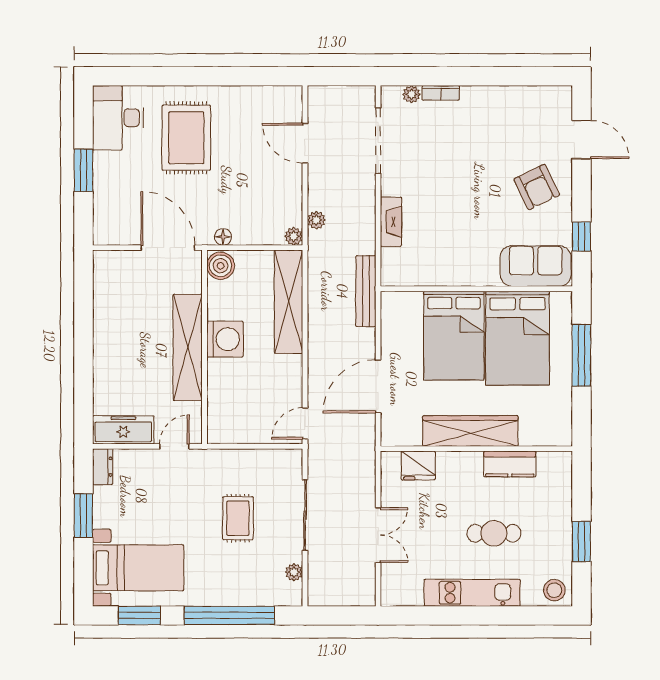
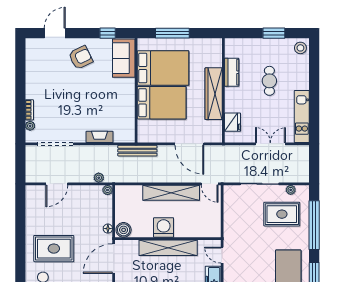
shelving: (289, 302) -> (171, 193), moved
rug: (238, 518) -> (282, 214), moved, width x1.36, depth x1.43
kitchen unit: (472, 593) -> (302, 117), moved

